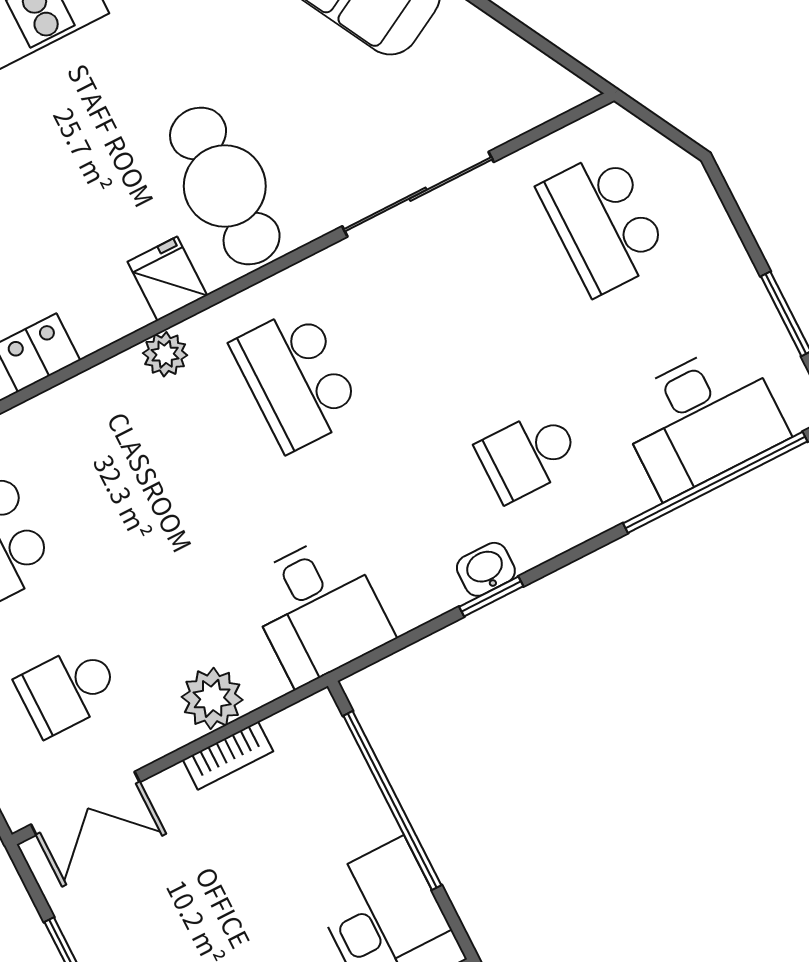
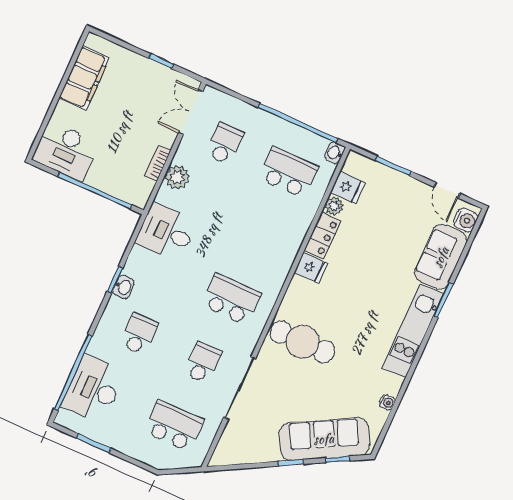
fridge: (167, 279) -> (311, 268), moved
school desk: (450, 301) -> (203, 363), added
plant: (165, 354) -> (279, 274), removed

